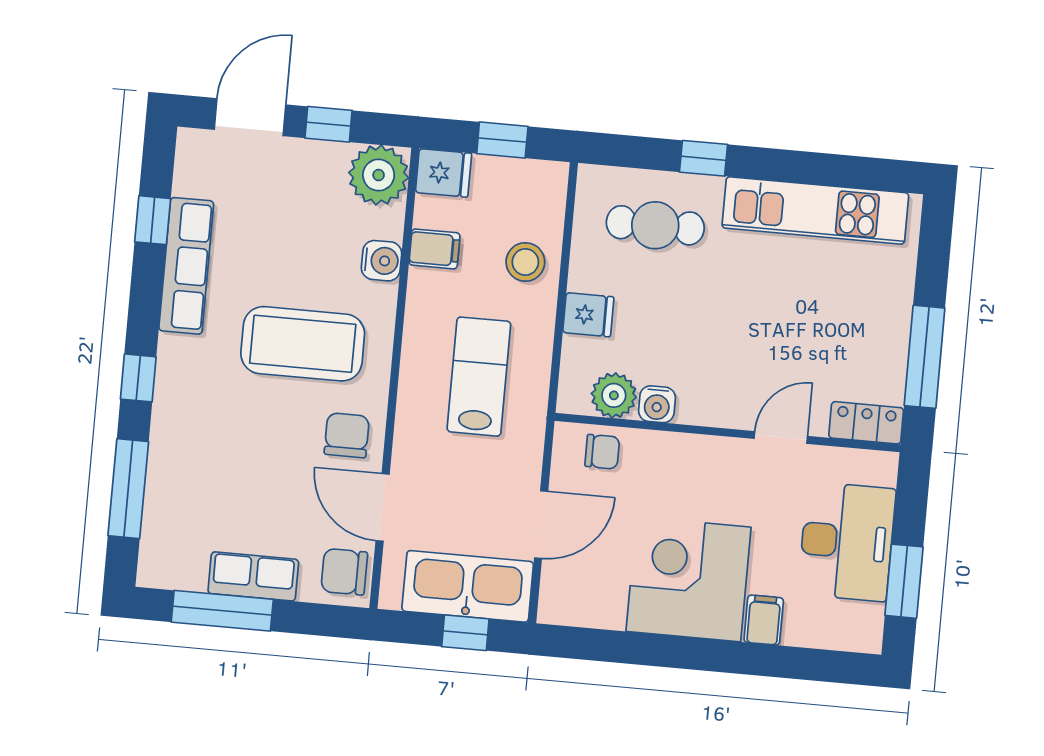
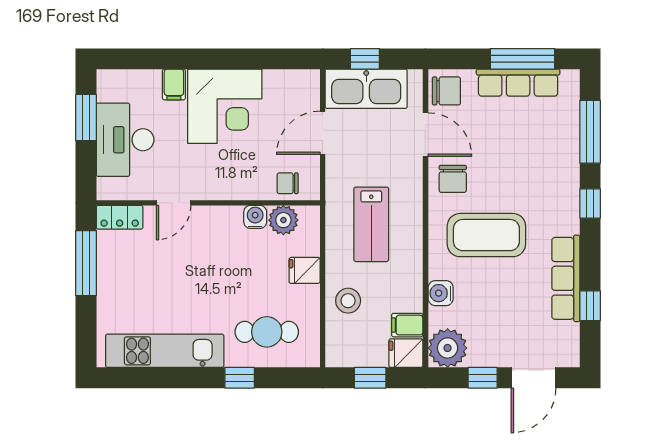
filing cabinet: (434, 249) -> (407, 325), moved
row of seats: (253, 576) -> (518, 83), width x1.48

